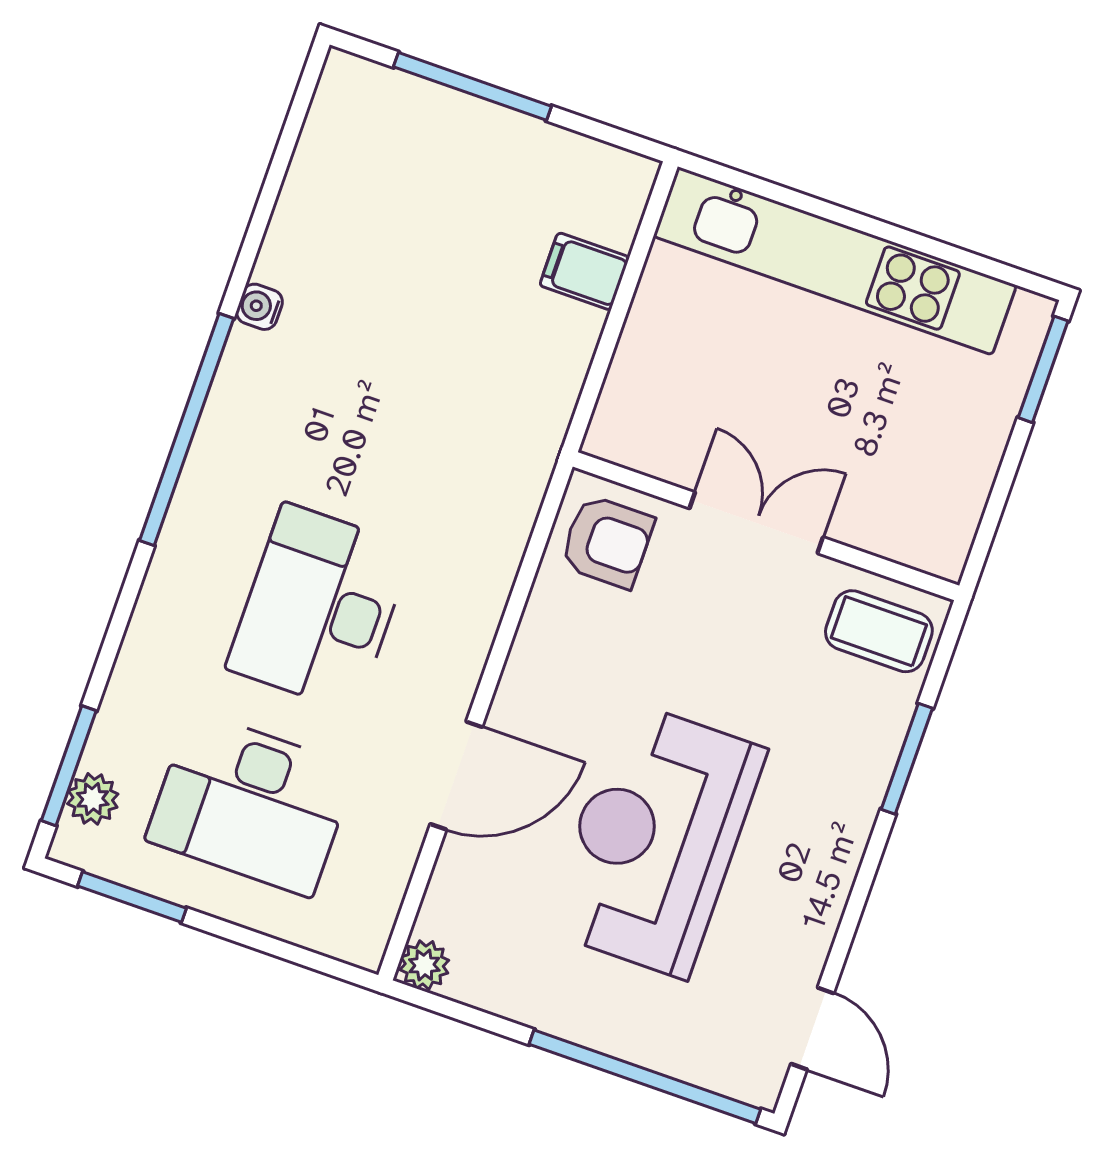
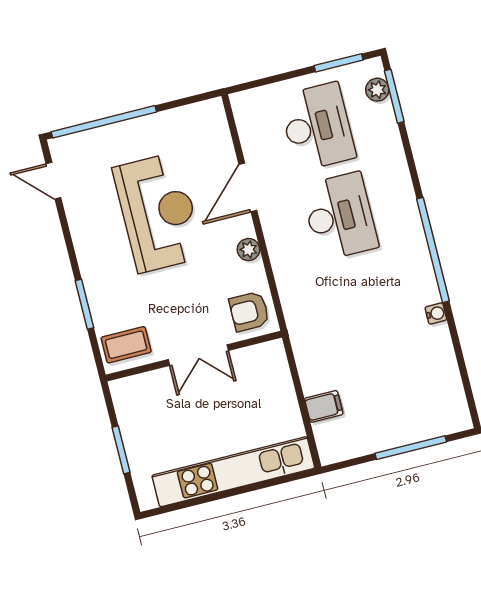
window: (1043, 369) -> (121, 450), moved
desk: (251, 804) -> (317, 127), turned 90
plant: (424, 965) -> (248, 250), moved

